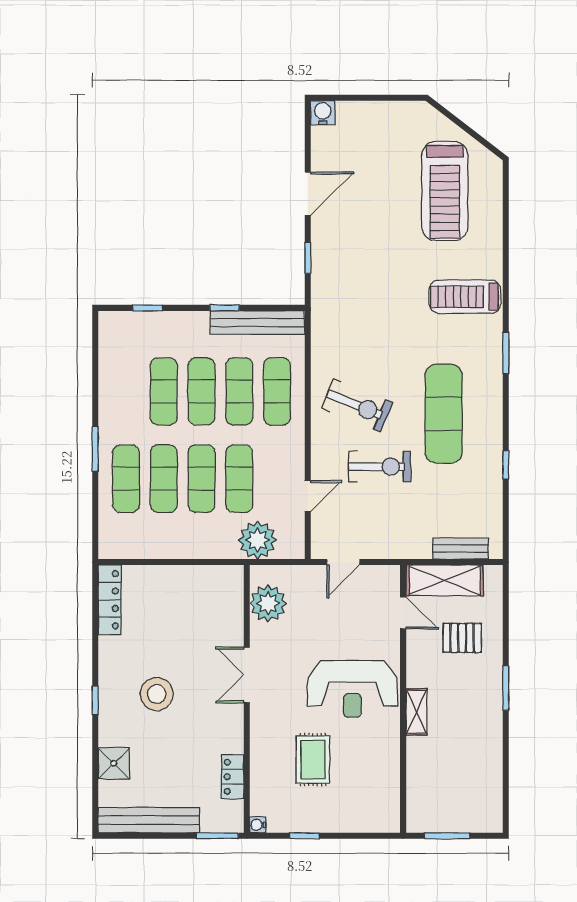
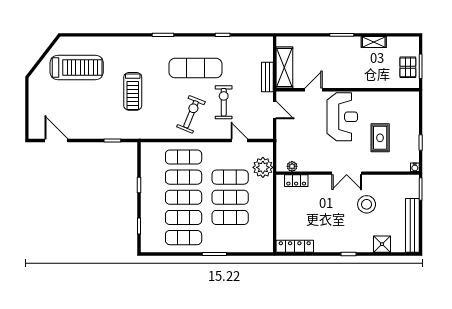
water cooler: (323, 113) -> (35, 133), removed
door: (308, 194) -> (56, 141), moved
treadmill: (465, 297) -> (133, 91), moved
bench: (258, 323) -> (147, 167), removed
exercise mat: (126, 479) -> (184, 238), moved
bench: (460, 548) -> (267, 77), moved
door: (343, 562) -> (275, 110), moved
plant: (268, 603) -> (292, 166), width x0.53, depth x0.53
door: (403, 613) -> (313, 90), moved
pallet: (462, 638) -> (408, 67), moved
double door: (247, 675) -> (347, 173), moved
stool: (157, 694) -> (367, 204), moved
shelving: (416, 712) -> (374, 42), moved
rug: (313, 760) -> (380, 138), turned 90
locker: (233, 777) -> (296, 181), moved

